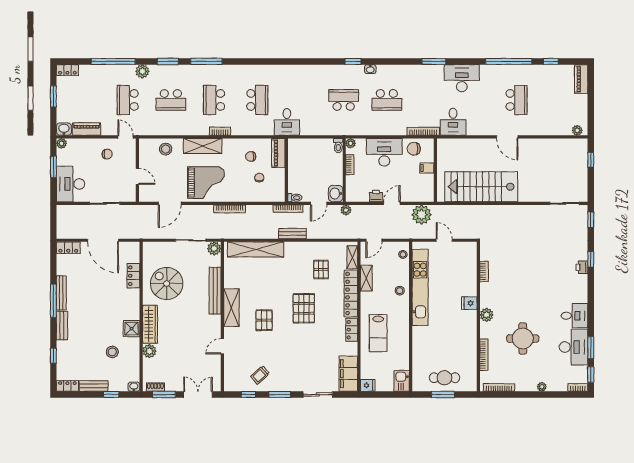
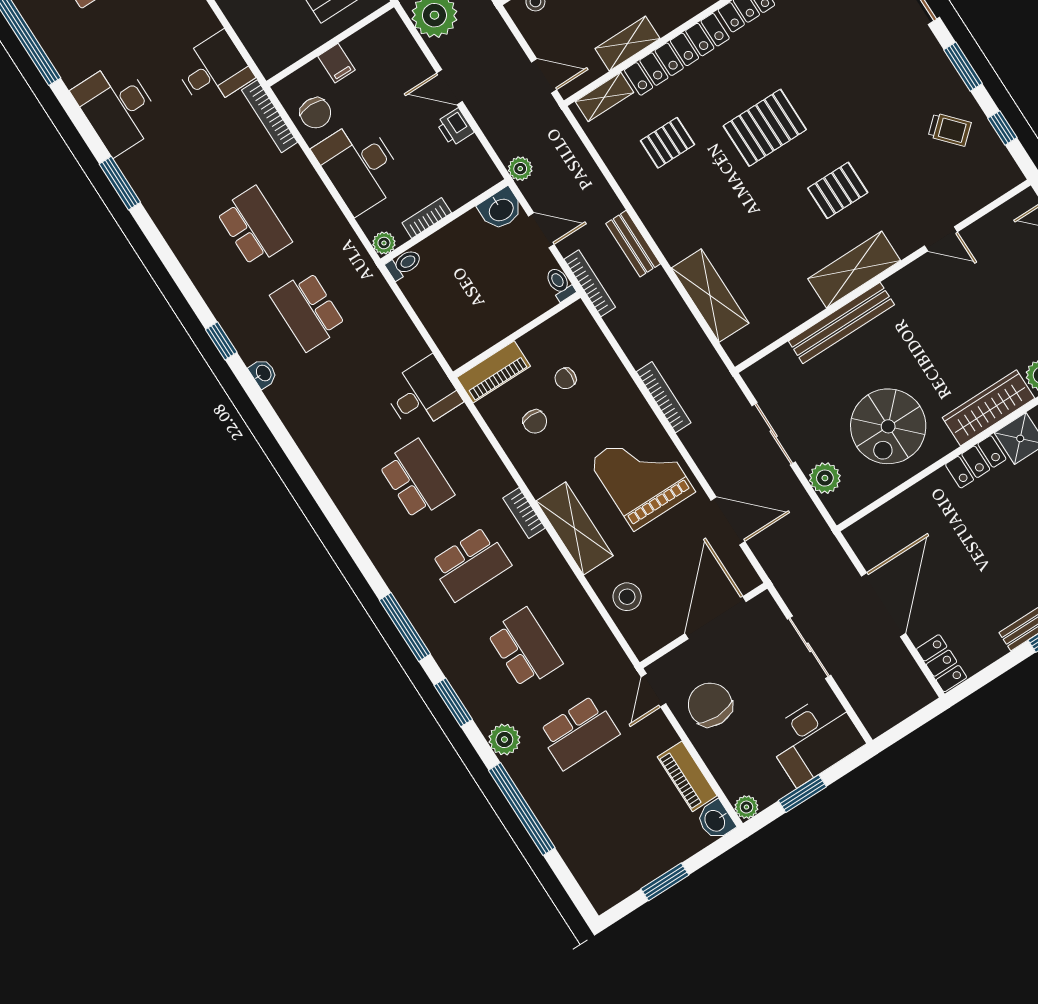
washbasin: (370, 69) -> (263, 373), moved
locker: (67, 70) -> (596, 888), removed
school desk: (257, 100) -> (416, 480), turned 90
chair: (107, 154) -> (710, 705), width x1.87, depth x1.87
door: (137, 176) -> (716, 618), width x1.88
plant: (214, 249) -> (825, 478), moved
shelving: (256, 249) -> (710, 296), width x0.68
locker: (133, 276) -> (976, 462), moved

